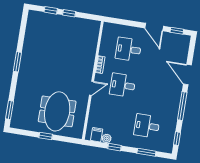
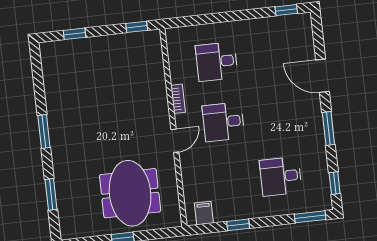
window: (69, 13) -> (137, 27), moved
door: (154, 27) -> (248, 14), removed
window: (182, 106) -> (328, 129), width x0.69
window: (10, 110) -> (51, 194), moved
plant: (107, 139) -> (222, 215), removed
window: (146, 152) -> (310, 217), moved

